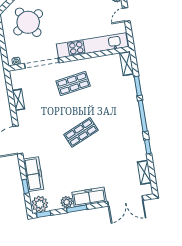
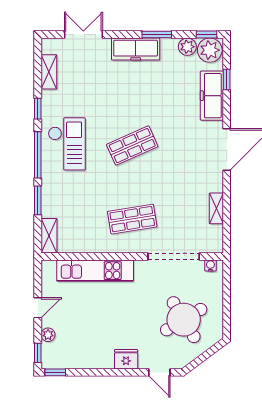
kitchen unit: (92, 45) -> (95, 271), width x0.73
checkout: (125, 126) -> (67, 144), added
double door: (125, 201) -> (83, 35), width x0.73
plant: (67, 202) -> (187, 47), moved

